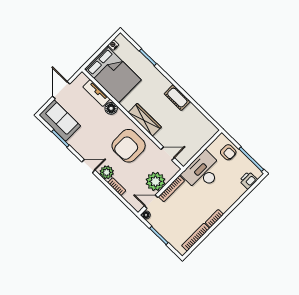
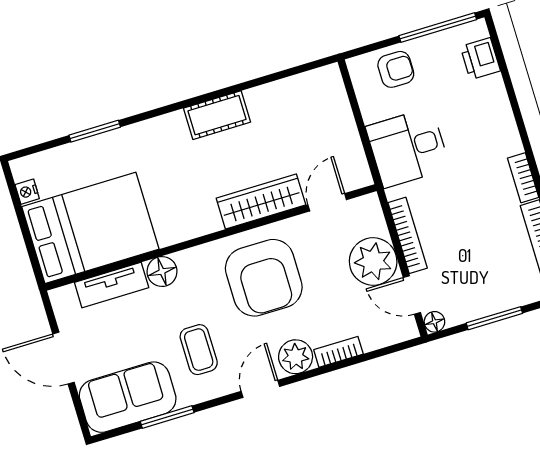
wardrobe: (145, 120) -> (261, 202), moved
coffee table: (90, 137) -> (199, 350), added
desk: (203, 172) -> (408, 148), width x0.73
door: (151, 202) -> (412, 295), hinge flipped

